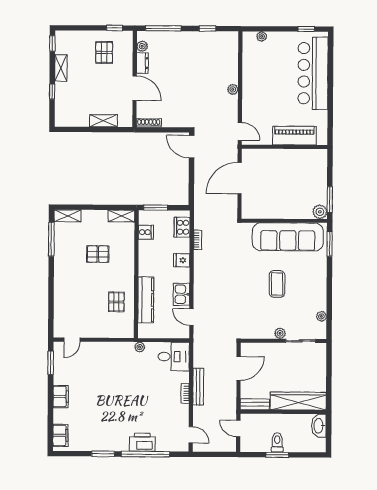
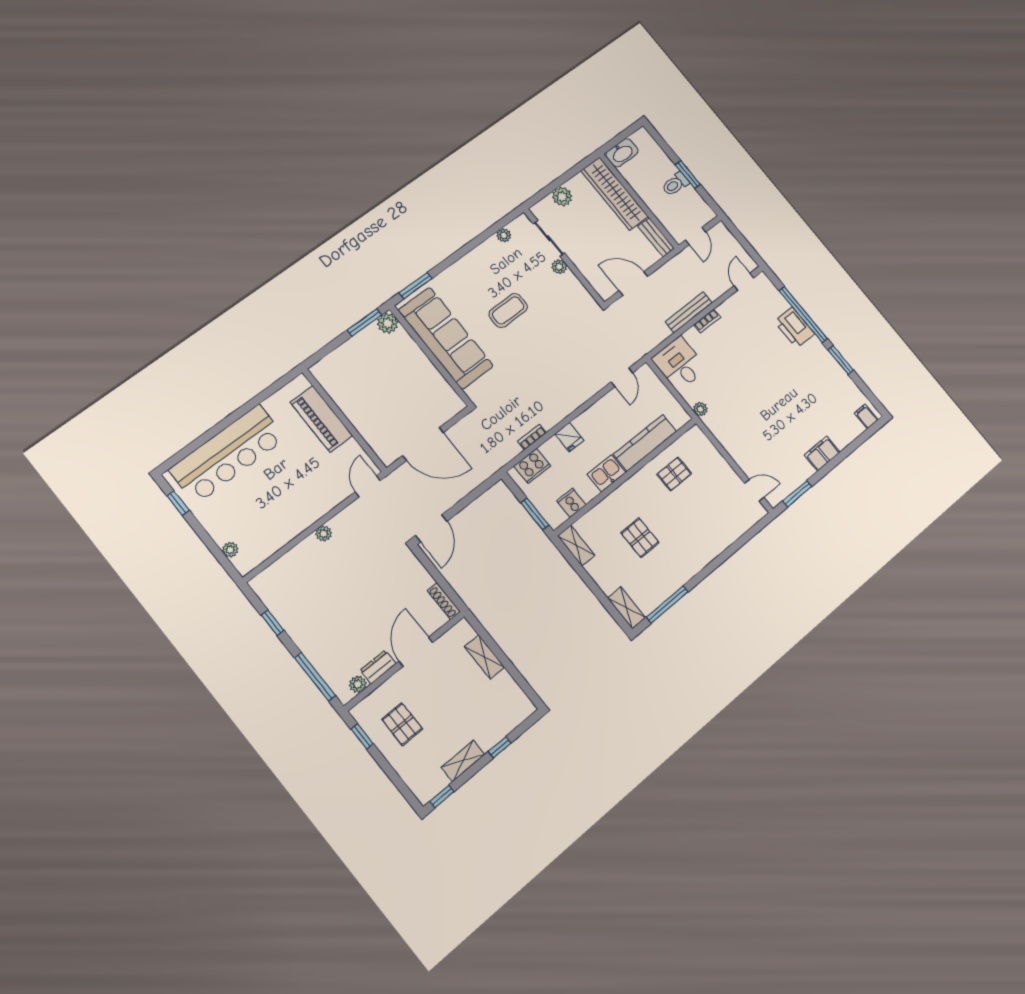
pallet: (104, 52) -> (402, 724), turned 90
kitchen sink: (181, 294) -> (607, 473), moved, turned 180
plant: (319, 369) -> (562, 197), added
filing cabinet: (60, 435) -> (866, 416), width x0.50

